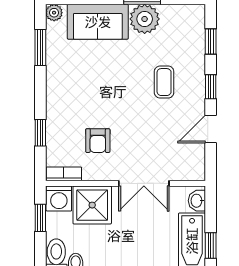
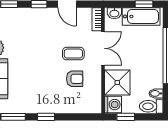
coffee table: (164, 82) -> (73, 54), moved
window: (40, 133) -> (46, 117), moved
bookcase: (64, 174) -> (97, 19), moved

